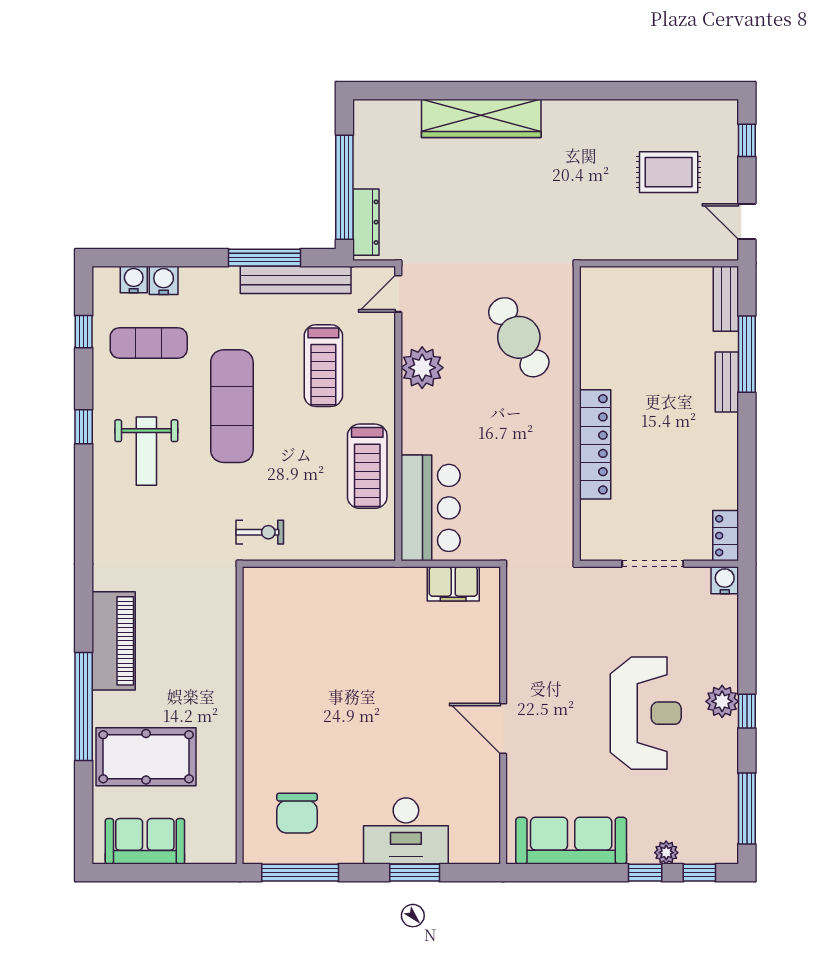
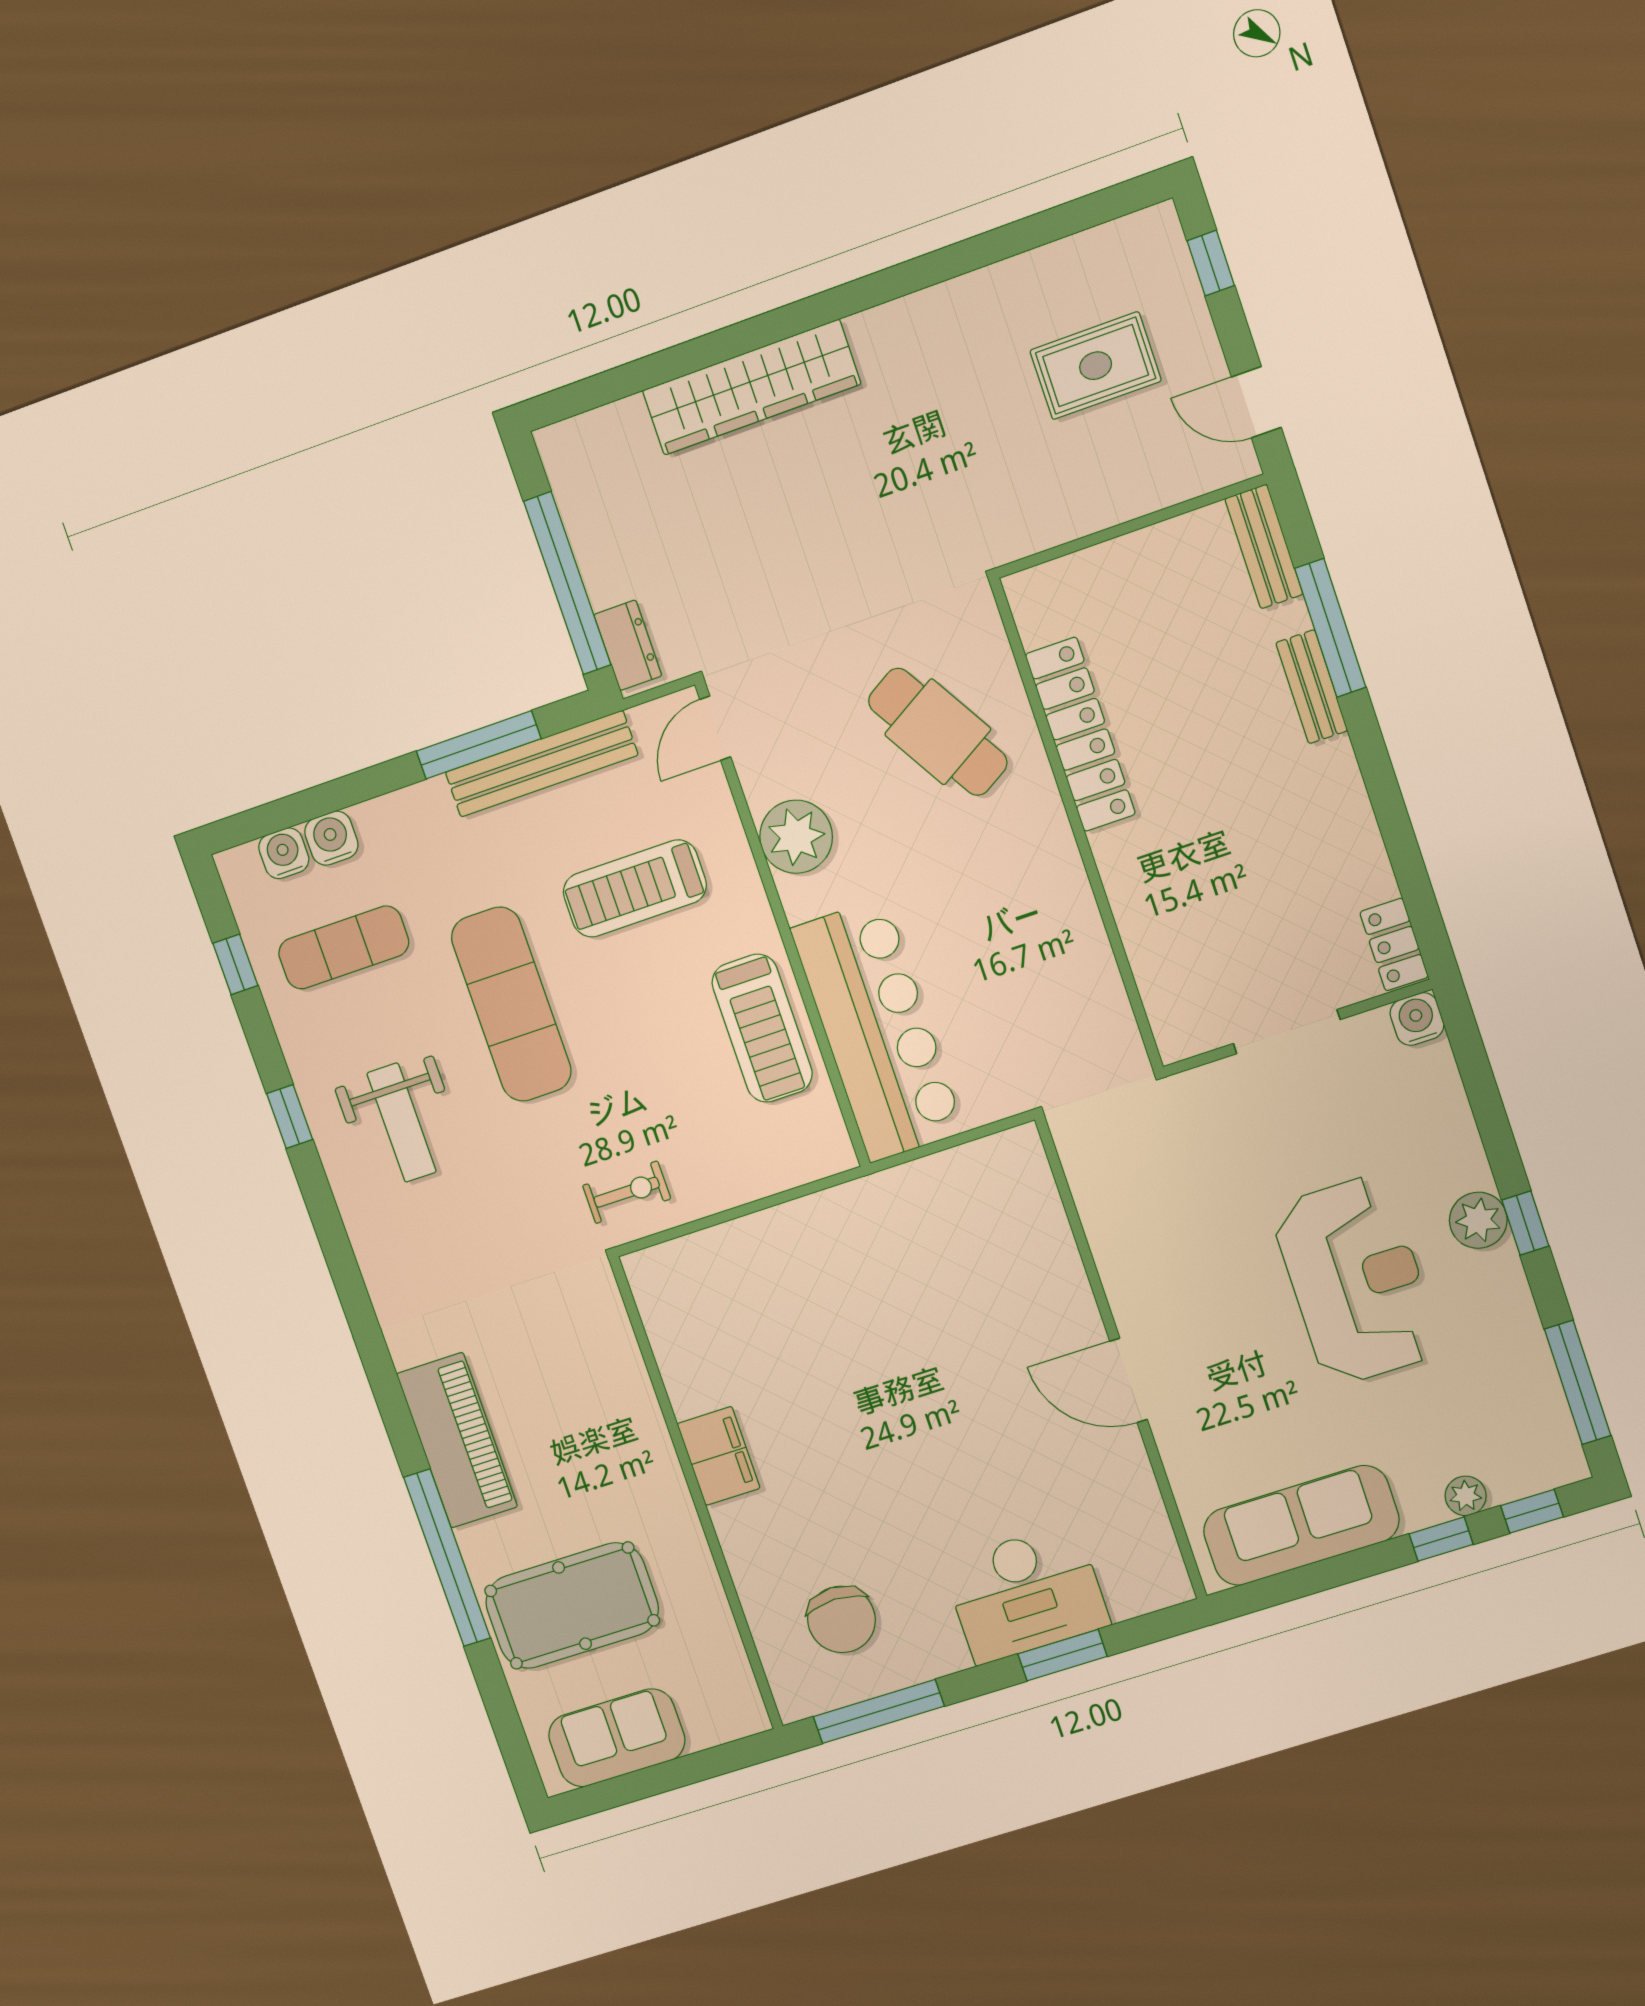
dresser: (366, 222) -> (628, 645), width x0.70
treadmill: (323, 366) -> (635, 888), turned 90
locker: (595, 444) -> (1080, 734), moved
bar counter: (431, 508) -> (878, 1030), width x1.36
filing cabinet: (453, 584) -> (719, 1456), moved, turned -90

